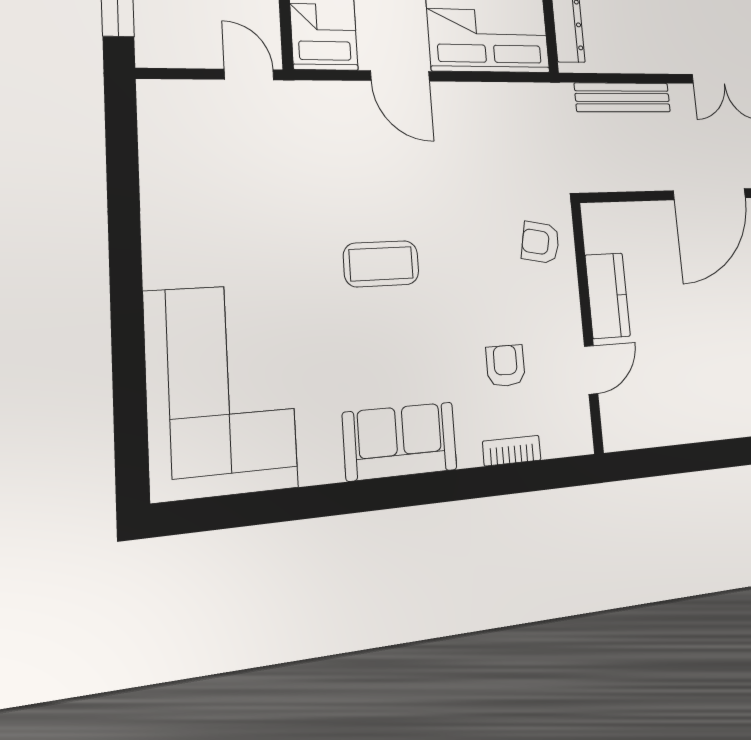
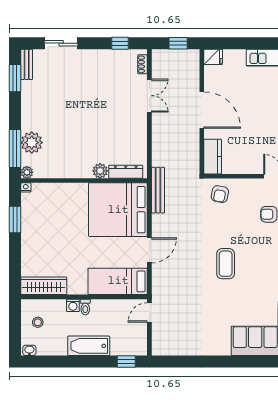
bench: (623, 97) -> (158, 190), moved
kitchen counter: (608, 296) -> (213, 157), moved, turned 90

